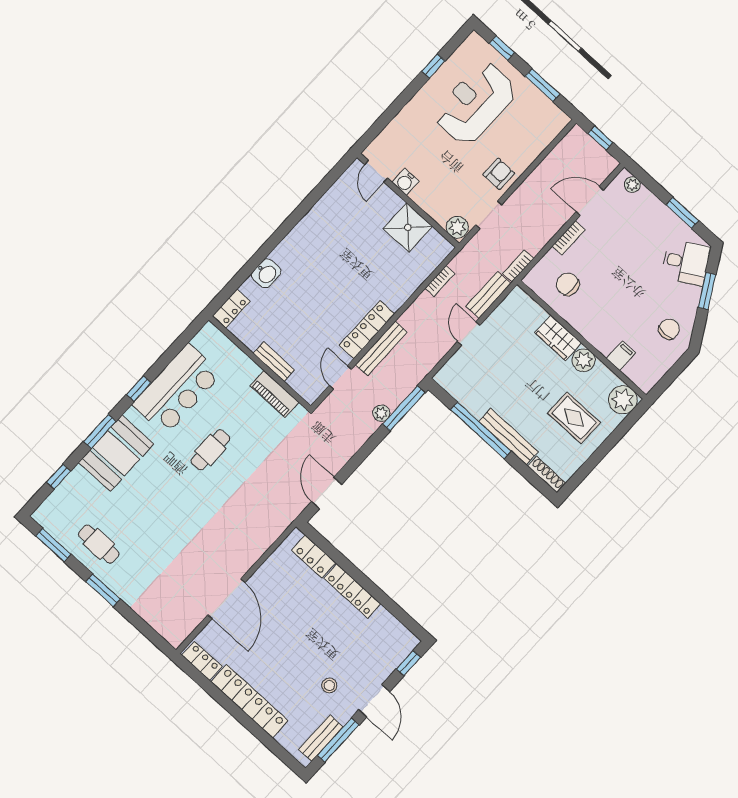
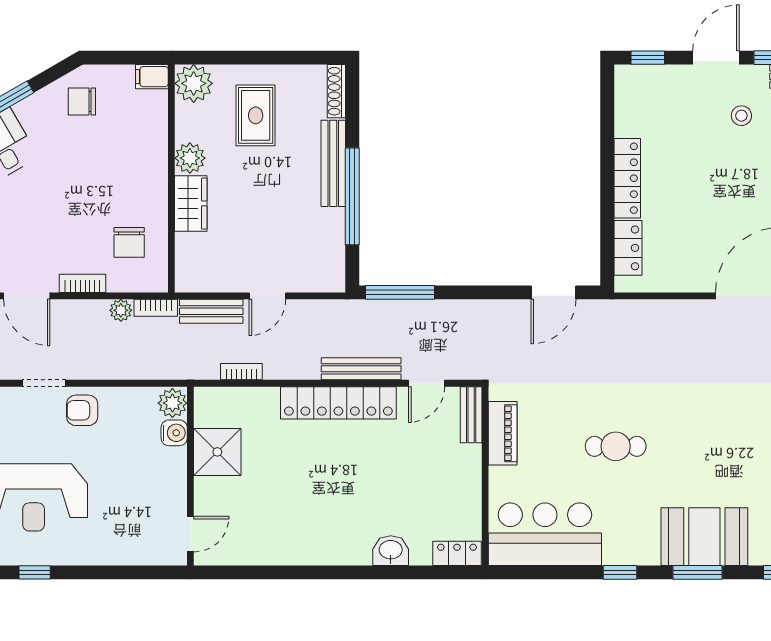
water cooler: (406, 182) -> (174, 433), moved
doorway: (489, 215) -> (44, 383), moved
locker: (367, 330) -> (338, 403), width x1.41, depth x1.21
filing cabinet: (621, 356) -> (152, 77), moved
bench: (274, 362) -> (471, 415), moved
bar counter: (177, 389) -> (545, 534), moved
plant: (381, 413) -> (121, 310), moved

